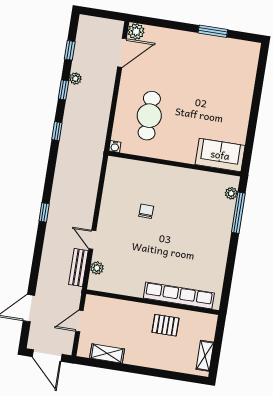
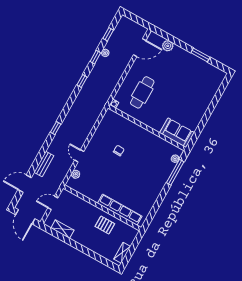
plant: (136, 31) -> (168, 46), moved
bench: (78, 268) -> (44, 164), moved

